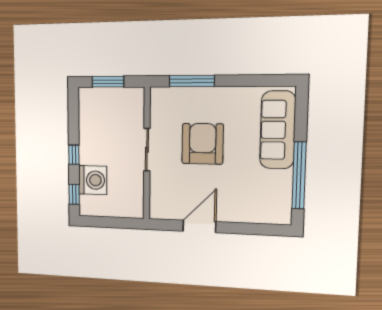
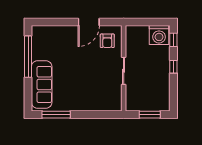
window: (192, 81) -> (56, 115), moved
armchair: (203, 144) -> (107, 41), moved, width x0.53, depth x0.53
washing machine: (93, 180) -> (159, 35), moved, turned -90

